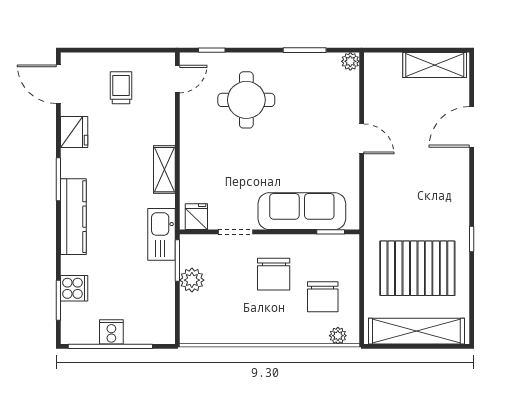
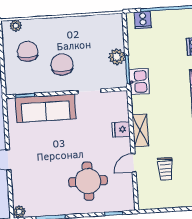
door: (177, 79) -> (134, 163), moved
trolley: (121, 88) -> (165, 169), moved
fridge: (196, 217) -> (121, 129), moved, turned 90
kitchen sink: (161, 234) -> (139, 82), width x0.73
cooker: (111, 332) -> (143, 20), moved

